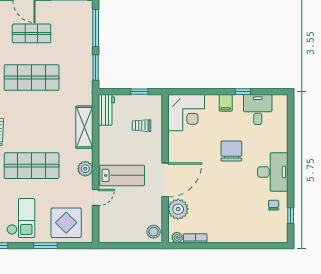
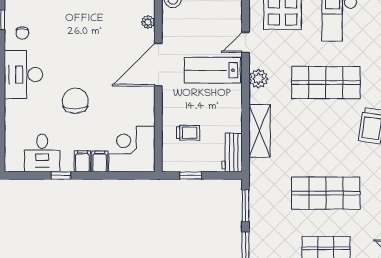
filing cabinet: (212, 103) -> (100, 161), added
chair: (231, 151) -> (75, 101), turned 180
plant: (178, 209) -> (148, 22), width x0.53, depth x0.53

